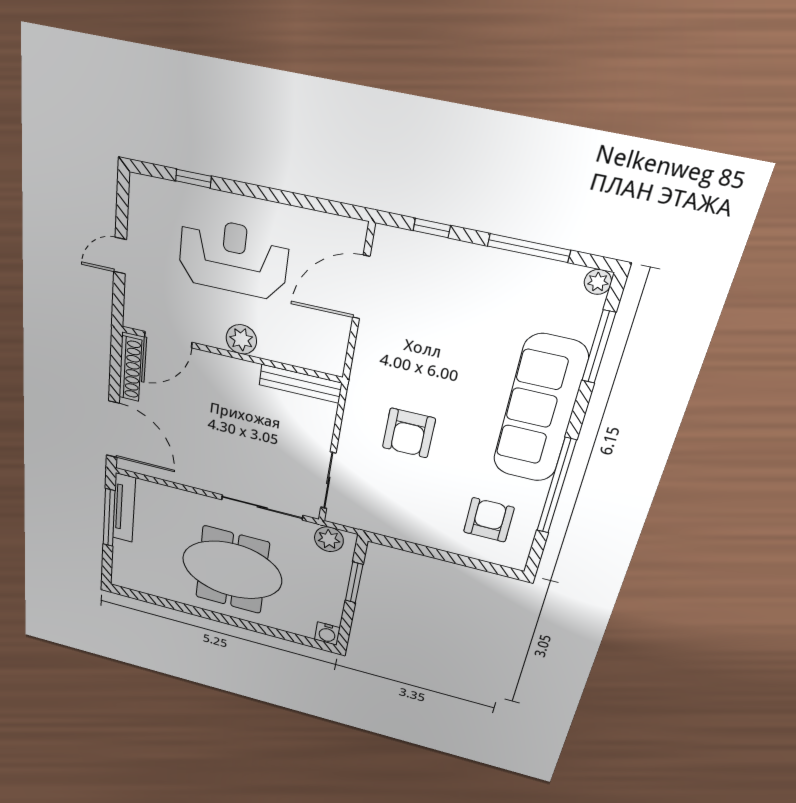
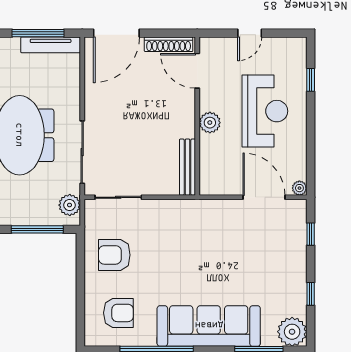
plant: (356, 230) -> (299, 188), added
window: (529, 248) -> (311, 294), width x0.46
door: (120, 256) -> (250, 33), swing flipped
plant: (598, 282) -> (292, 332), width x1.87, depth x1.87
armchair: (409, 433) -> (114, 255), moved
window: (354, 582) -> (37, 229), width x1.44

